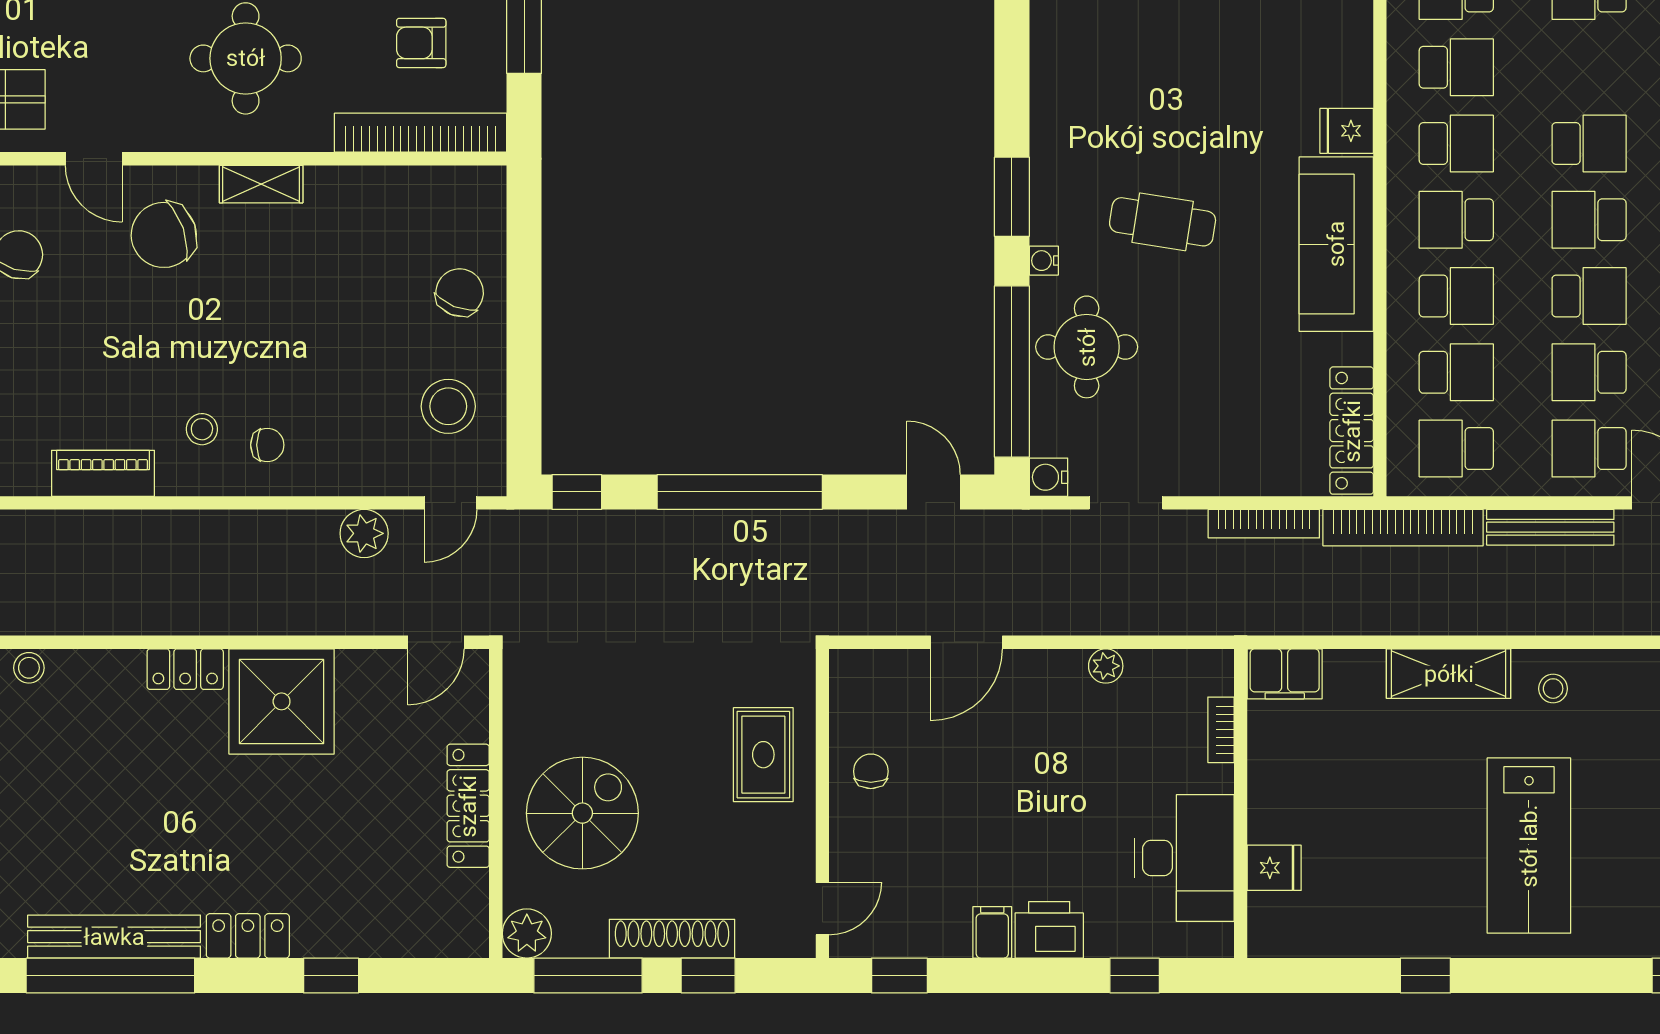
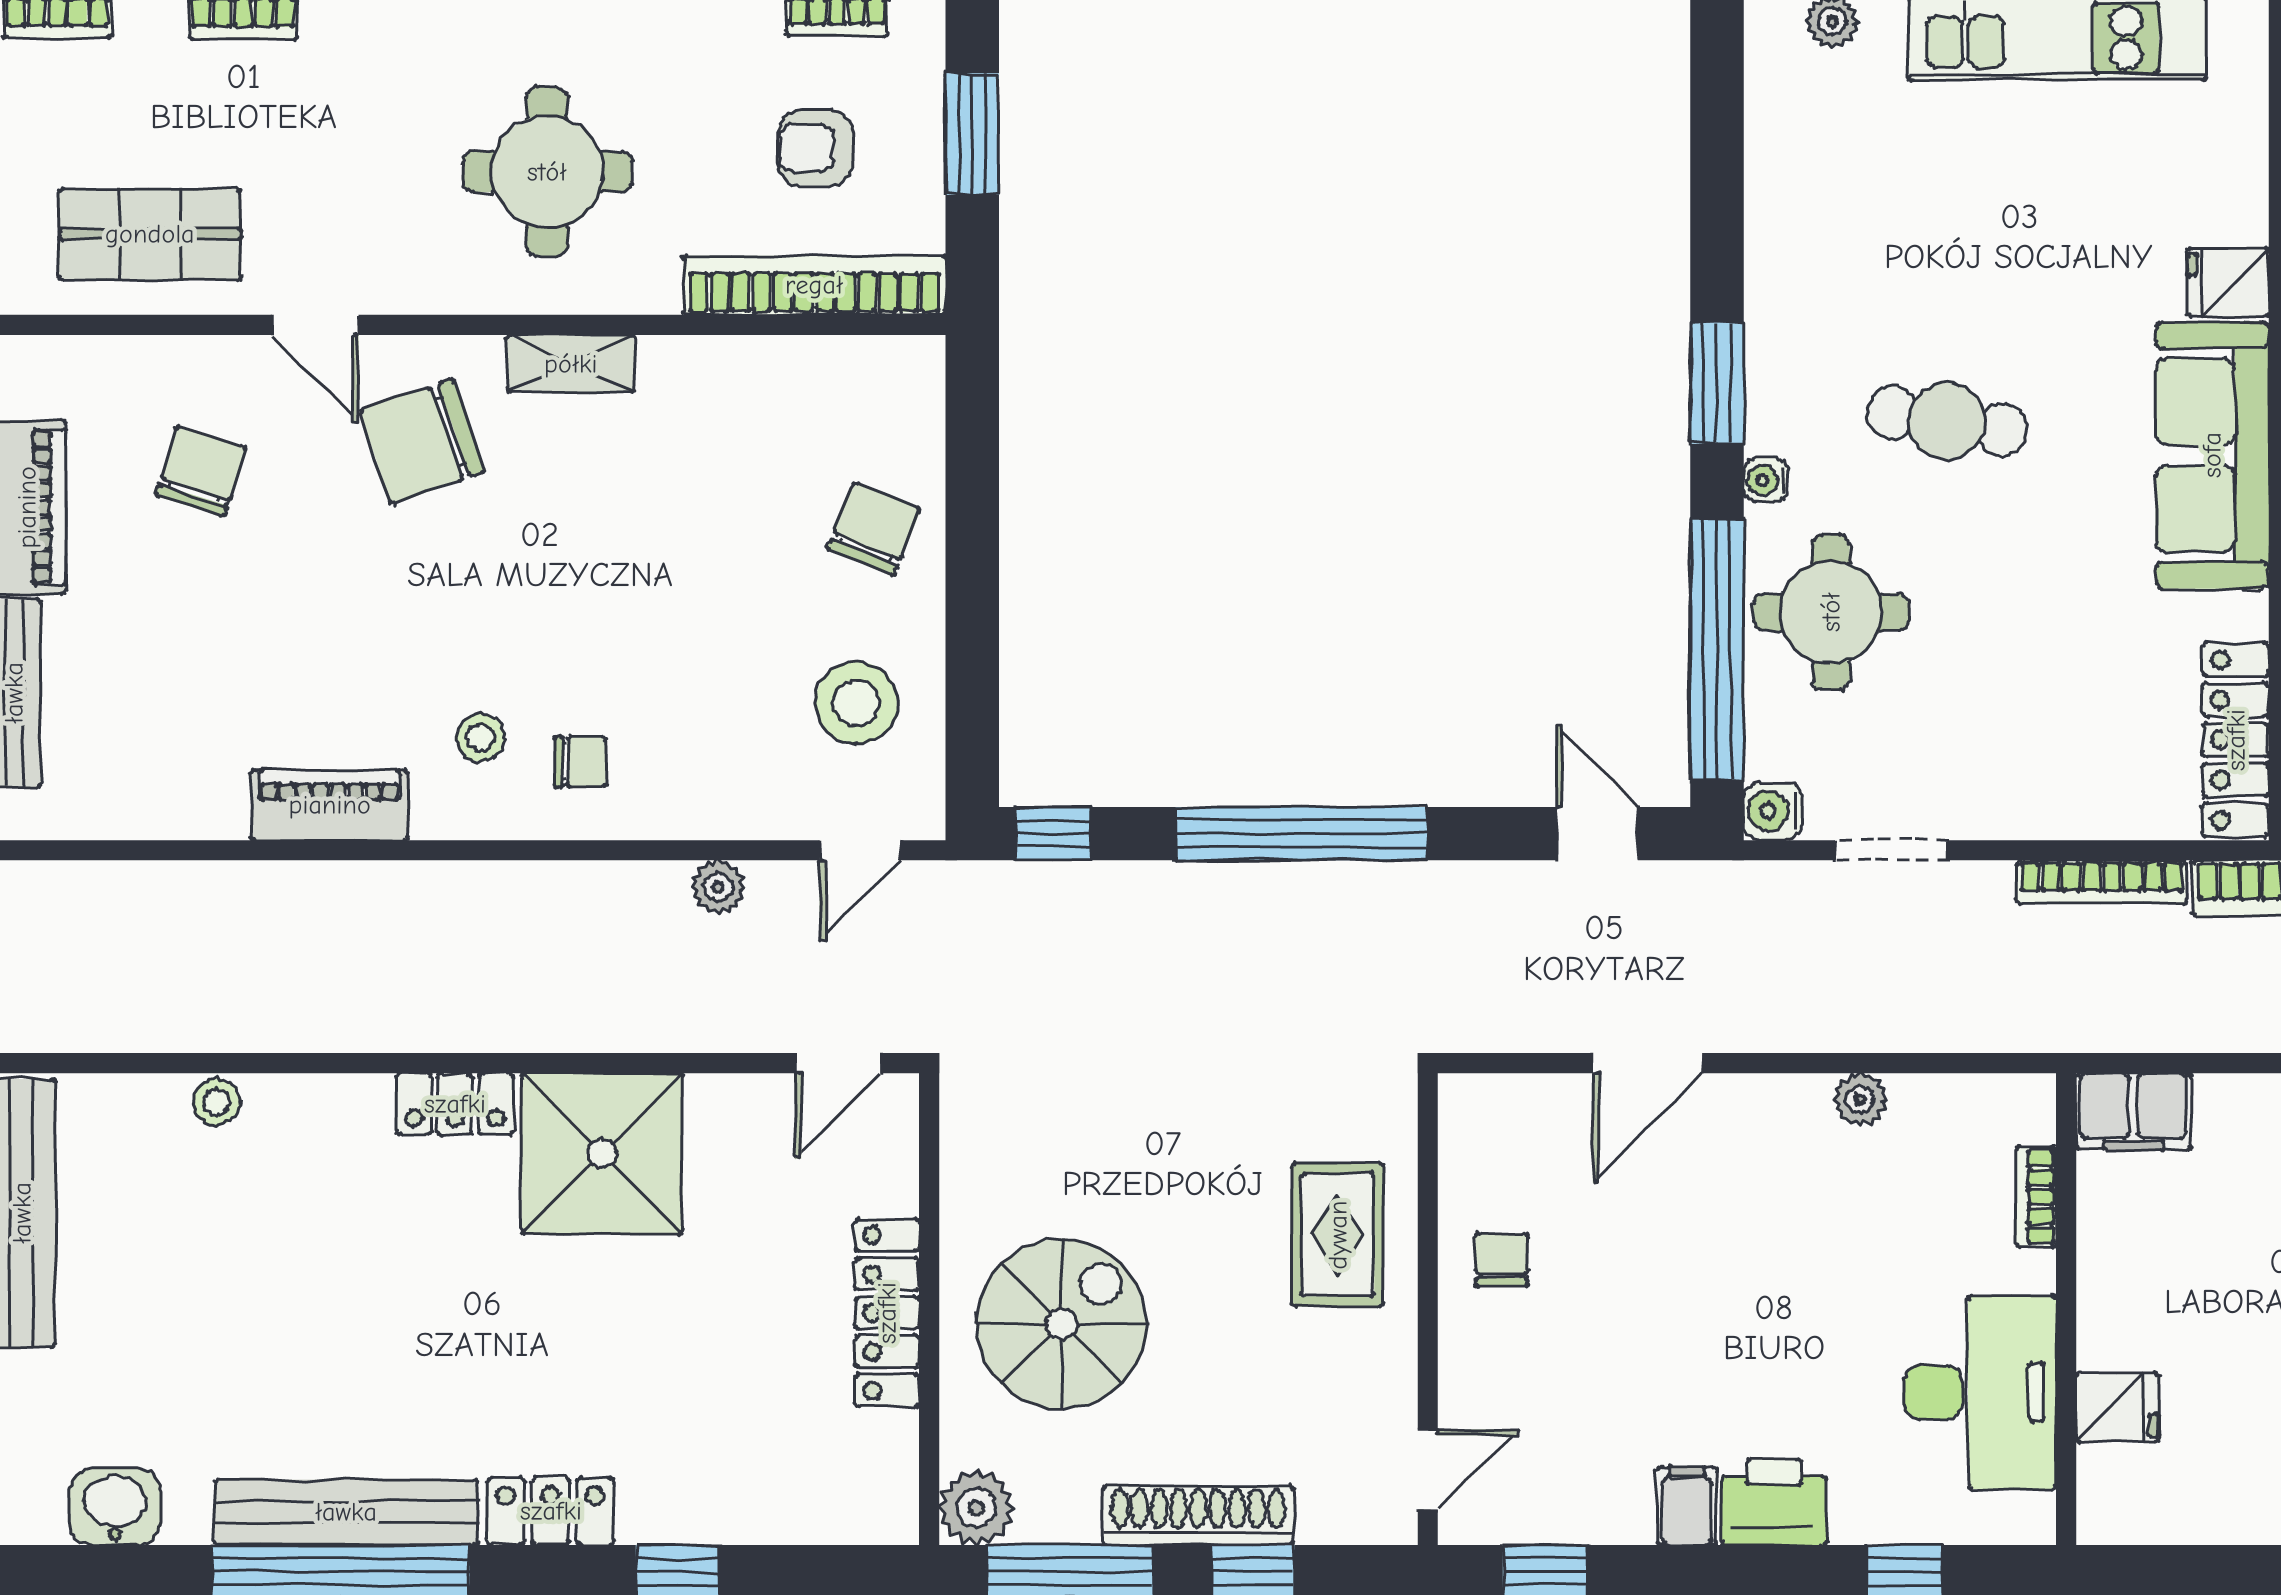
plant: (364, 533) -> (718, 887), width x0.73, depth x0.73

